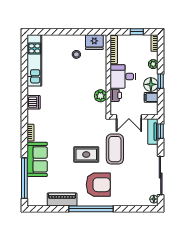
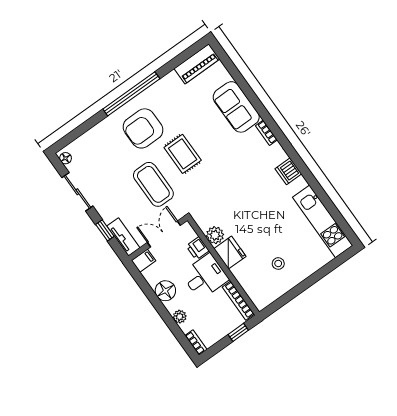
window: (137, 32) -> (238, 332), moved
fridge: (94, 42) -> (230, 253), moved, turned 90
window: (161, 81) -> (157, 303), removed
filing cabinet: (151, 97) -> (144, 261), moved
window: (161, 131) -> (105, 230), moved
rug: (86, 155) -> (183, 154), turned 90
sliding door: (161, 175) -> (77, 192), width x0.73
window: (24, 178) -> (236, 74), removed
piano: (62, 199) -> (197, 64), moved

